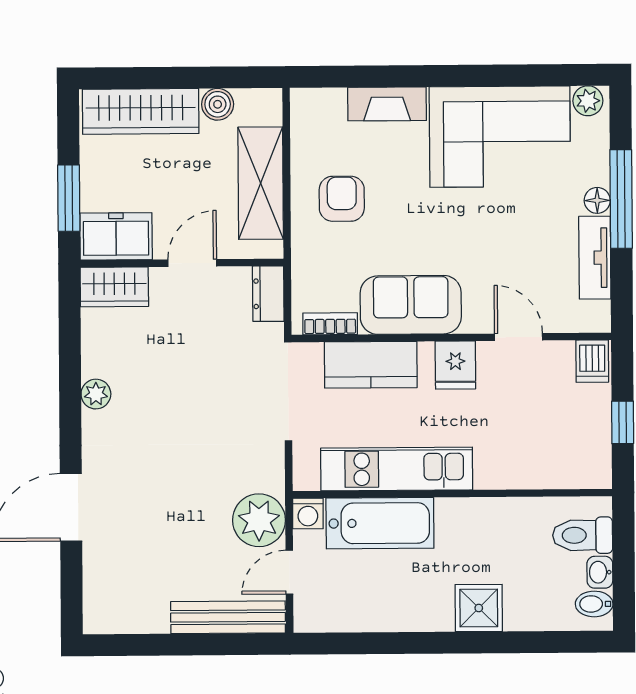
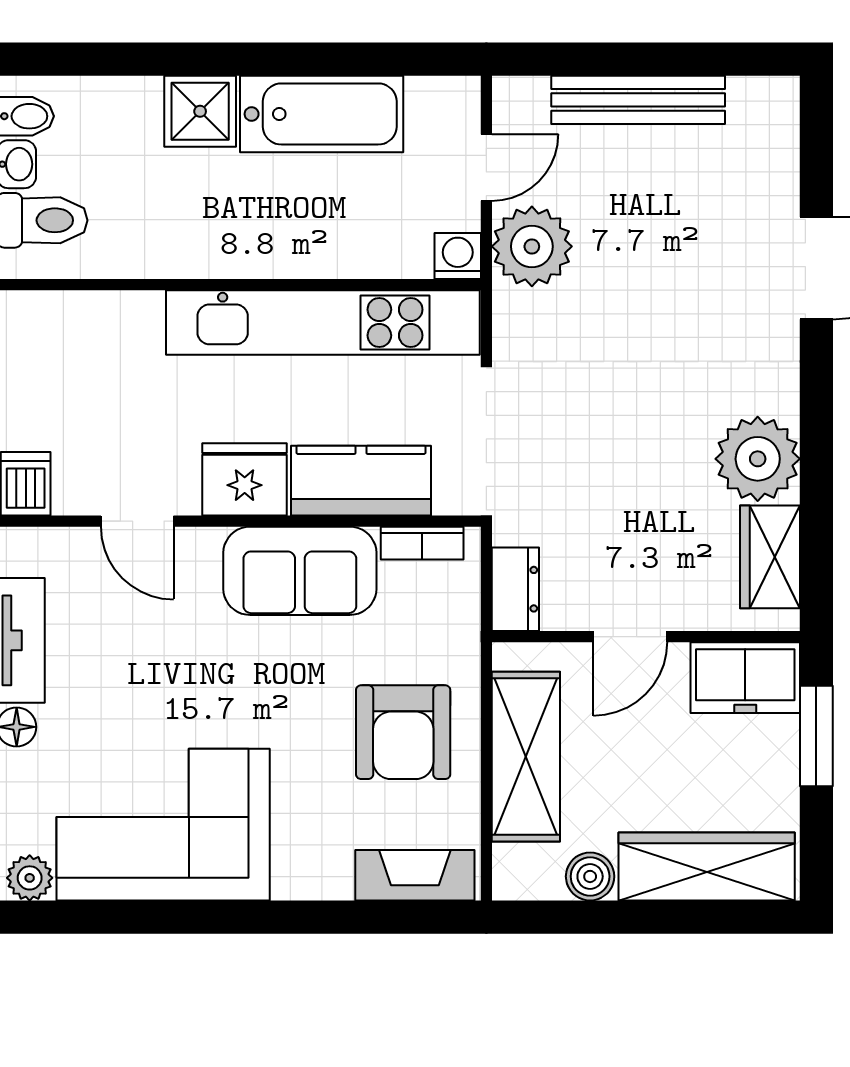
fireplace: (387, 104) -> (415, 875), moved
armchair: (342, 199) -> (403, 732), width x1.38, depth x1.38
wardrobe: (114, 287) -> (770, 557), moved, turned -90
fridge: (455, 365) -> (245, 479), width x1.38
plant: (96, 394) -> (758, 459), width x1.88, depth x1.88
kitchen unit: (397, 469) -> (323, 322), width x1.36
bathtub: (380, 523) -> (322, 114), moved, turned 180
bench: (228, 617) -> (638, 100), moved

